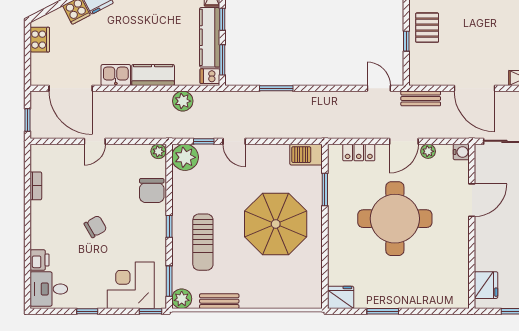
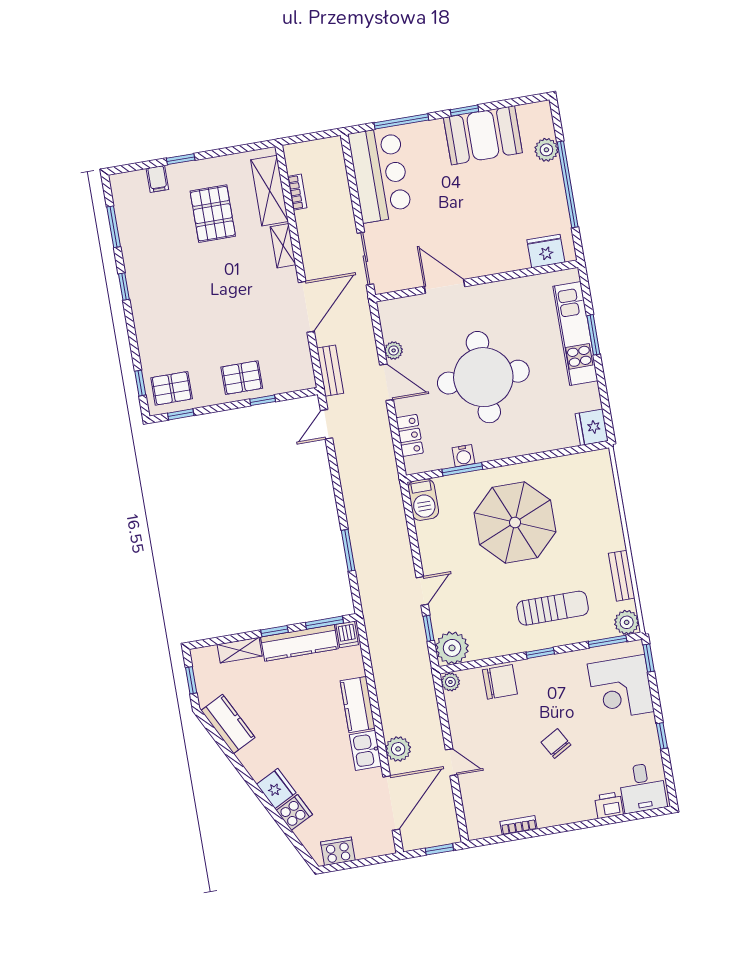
plant: (183, 101) -> (398, 749), moved
water cooler: (461, 152) -> (463, 456), moved, turned 180
kitchen unit: (417, 297) -> (575, 333), added
window: (383, 311) -> (593, 335), moved

